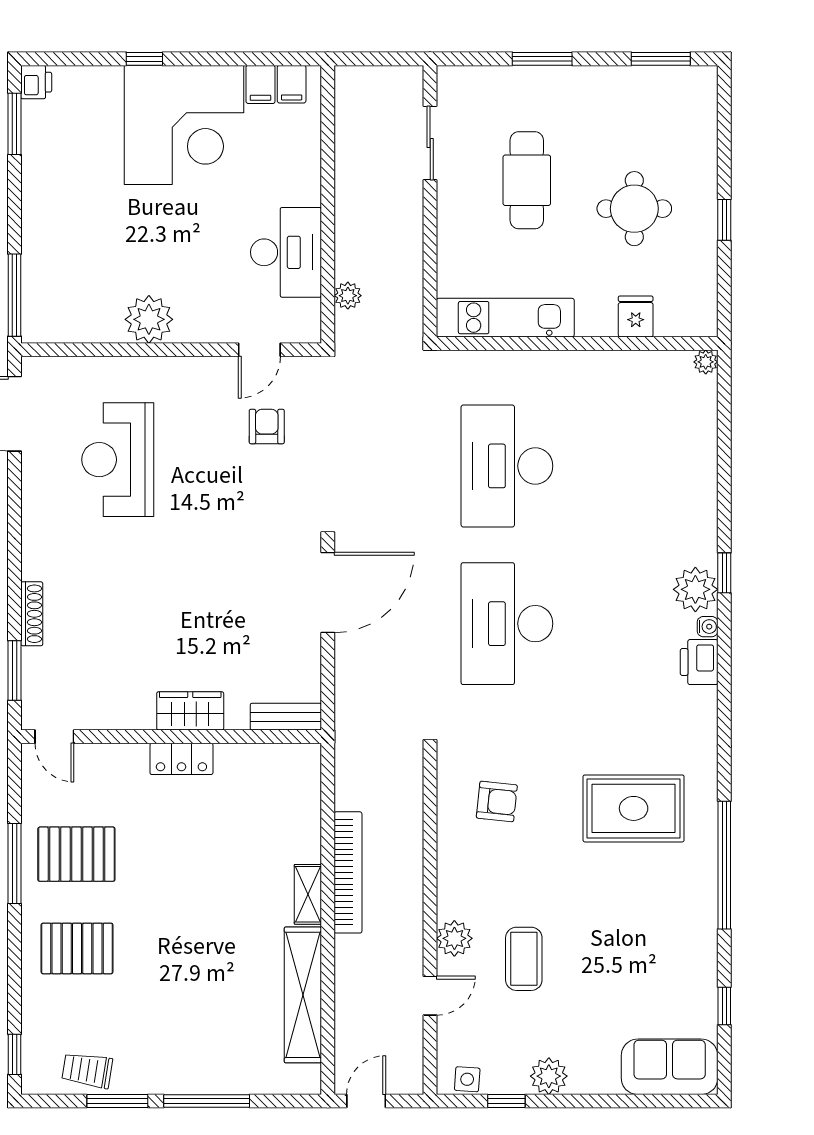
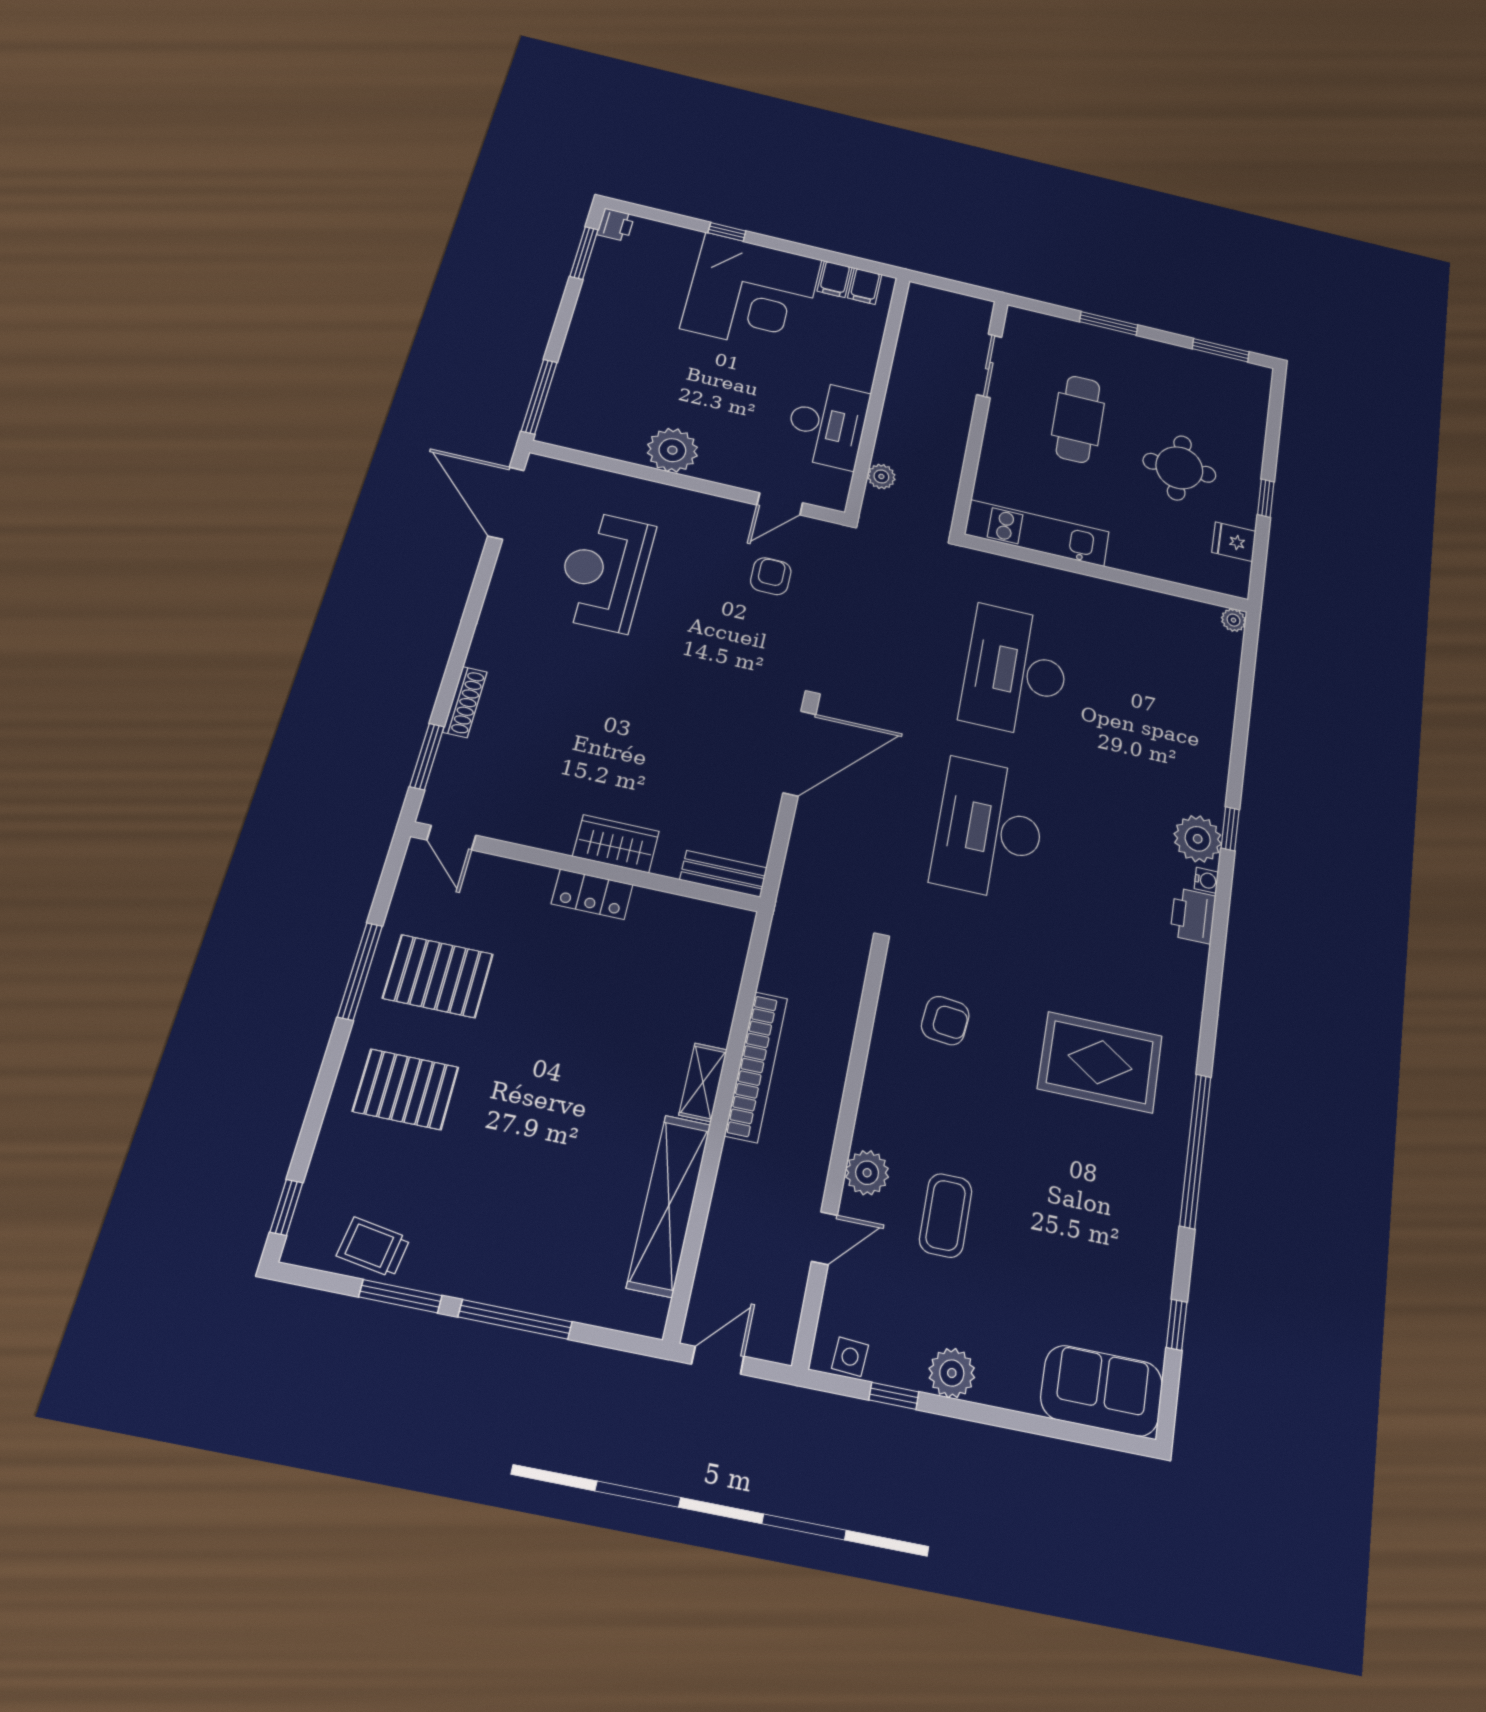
fridge: (636, 316) -> (1234, 542), moved, turned -90

